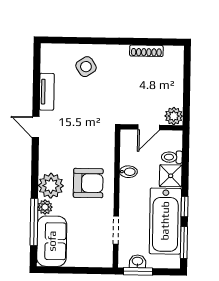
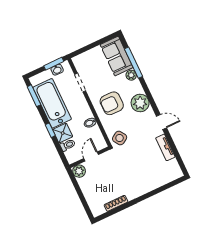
side table: (86, 67) -> (120, 138), moved
plant: (51, 186) -> (140, 103), moved
window: (185, 207) -> (50, 130), moved

